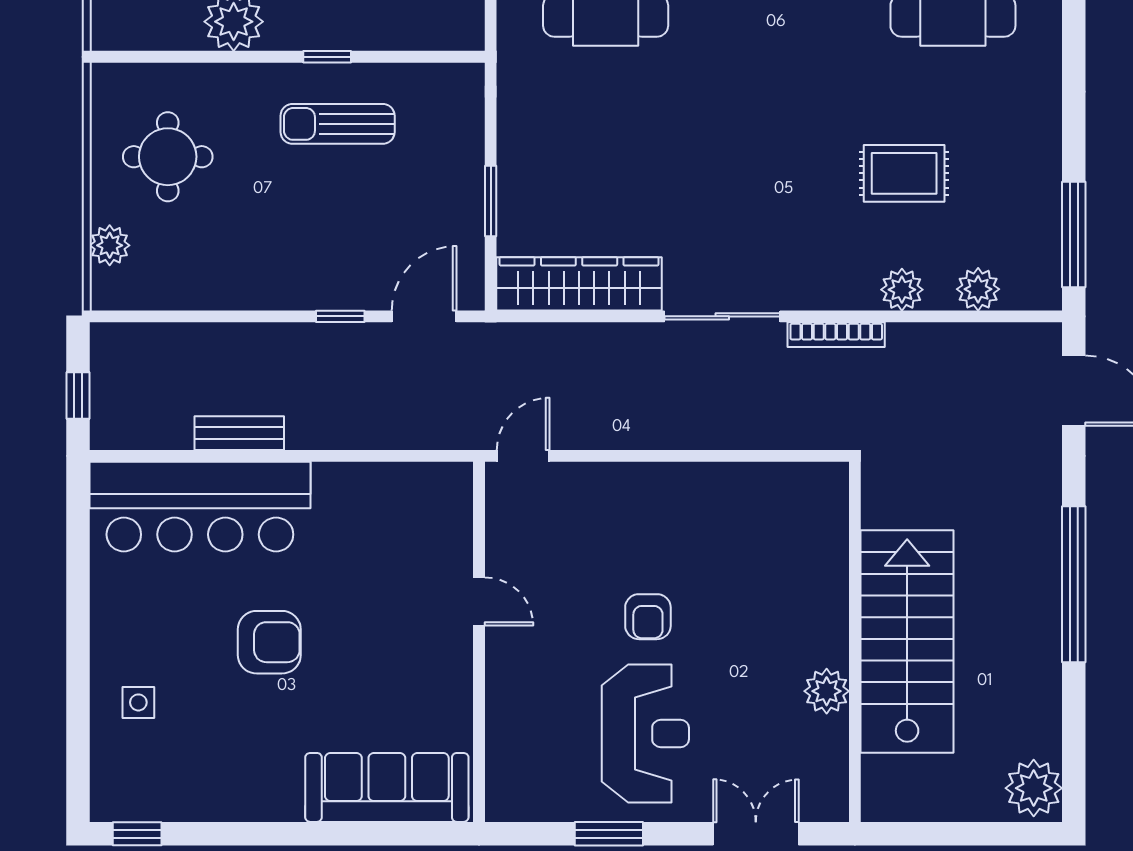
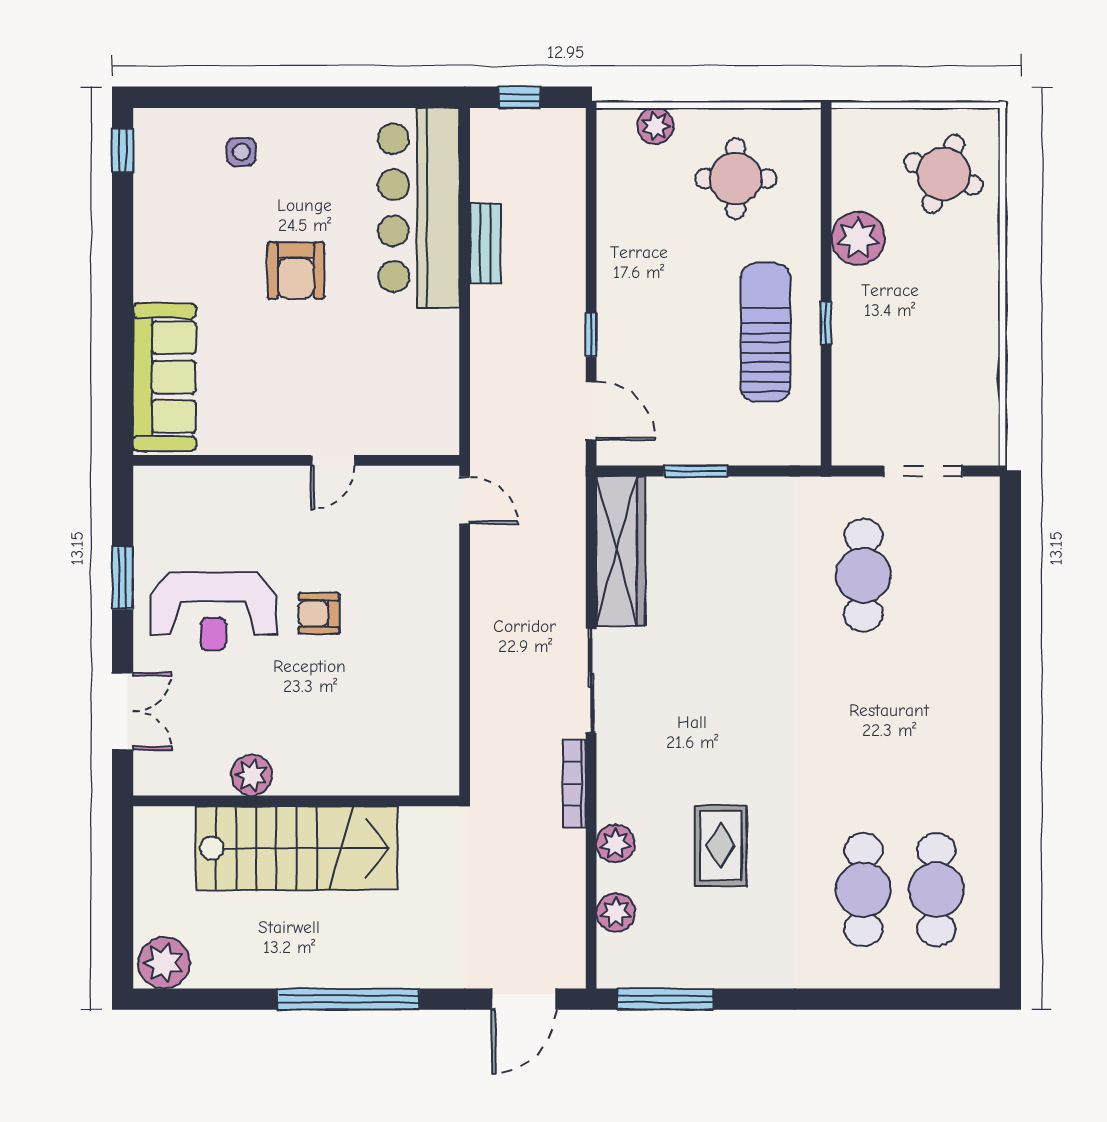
sun lounger: (338, 124) -> (765, 332), width x1.36, depth x1.34

